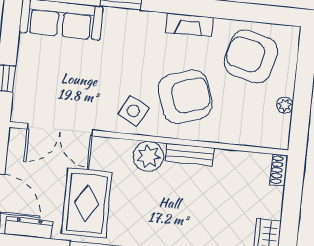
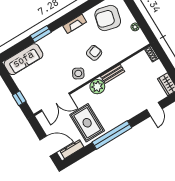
armchair: (185, 97) -> (94, 53), width x0.53, depth x0.53

